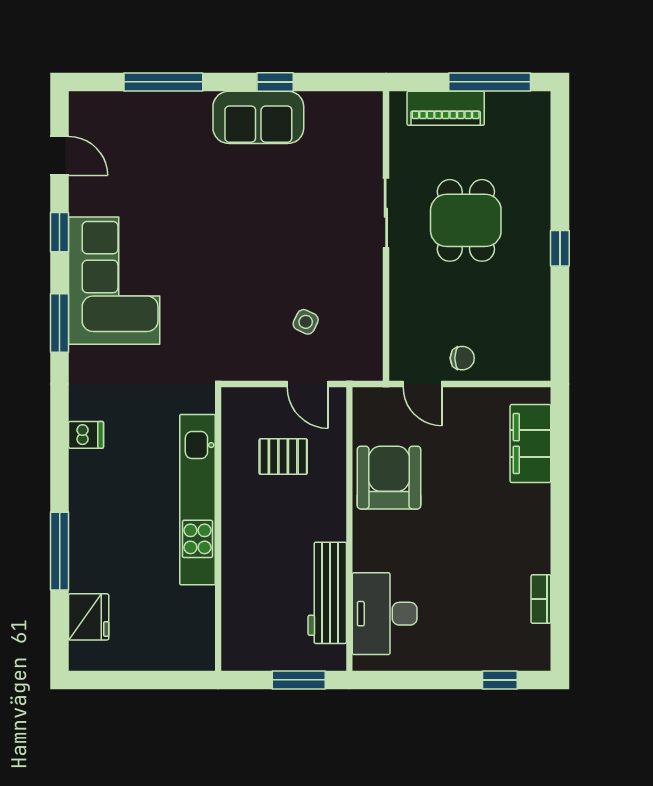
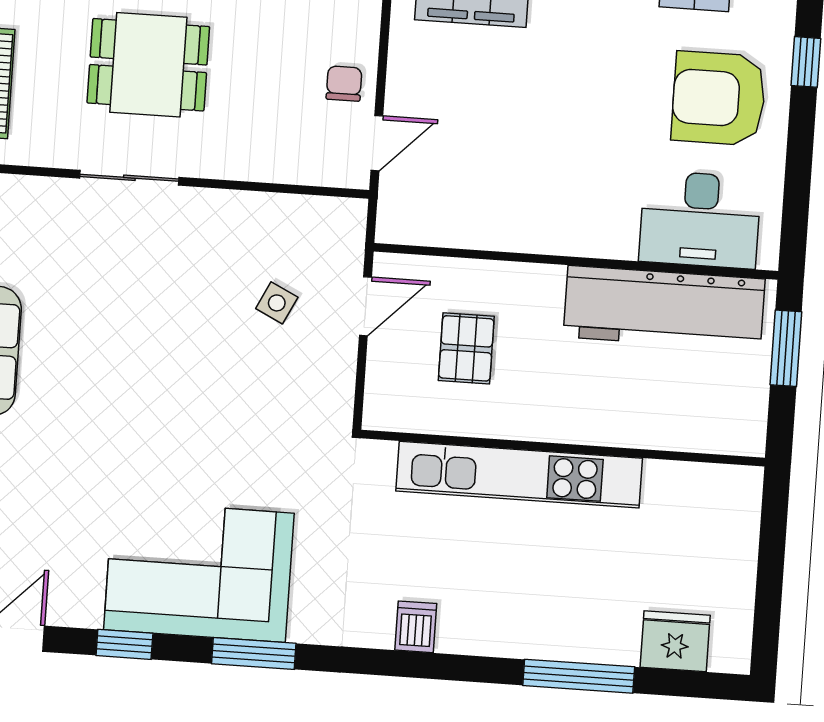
armchair: (389, 478) -> (719, 98), moved
workbench: (327, 593) -> (664, 308), width x1.36, depth x1.32

